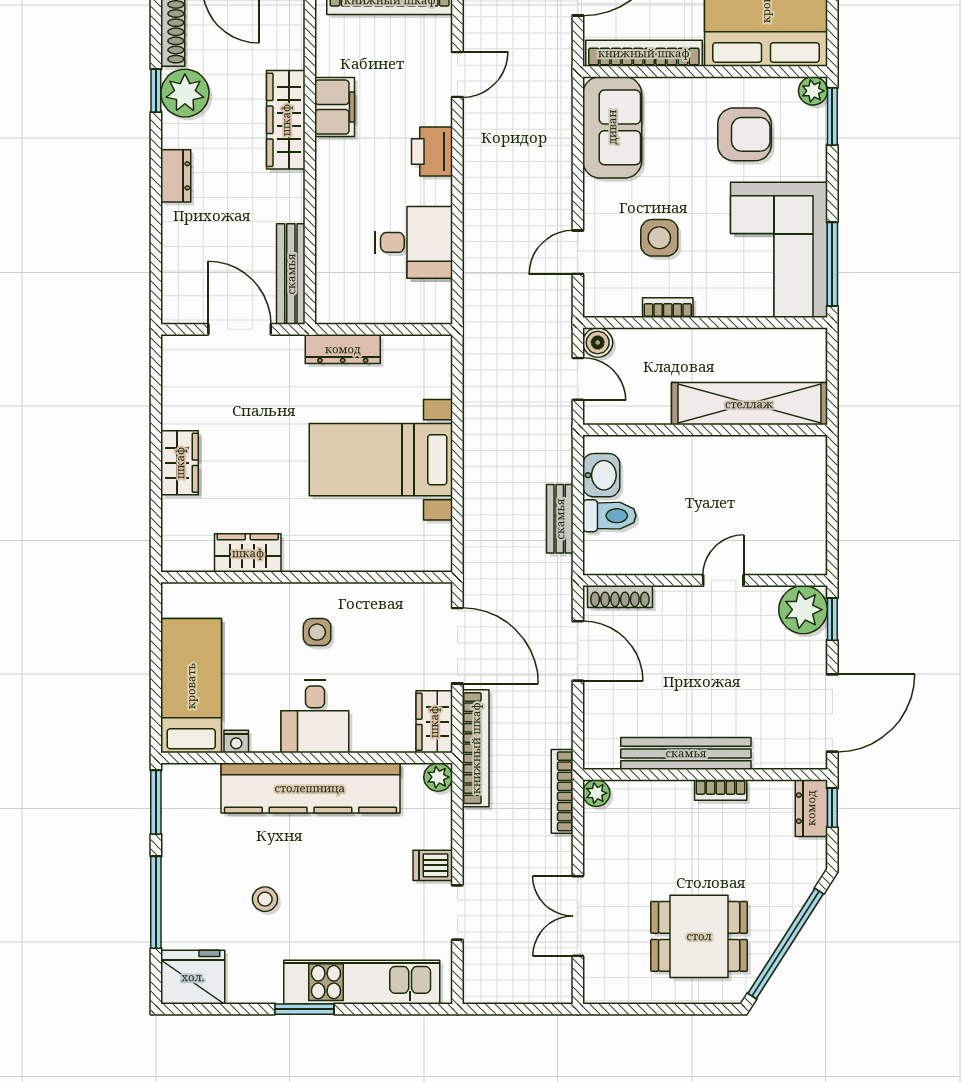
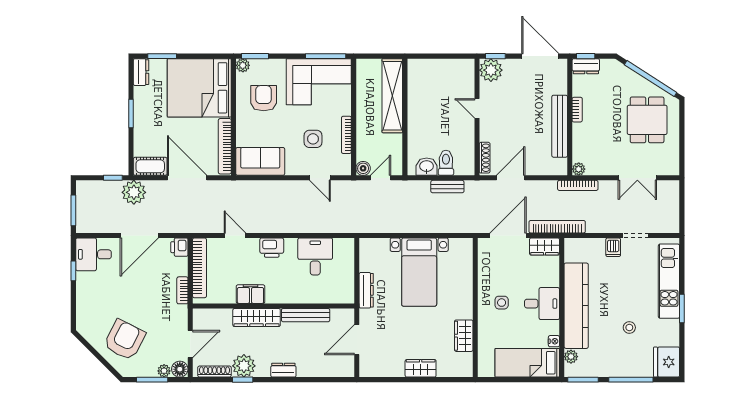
bench: (291, 274) -> (306, 315), moved
bookcase: (668, 308) -> (346, 135), width x1.56
plant: (438, 777) -> (571, 357), moved

